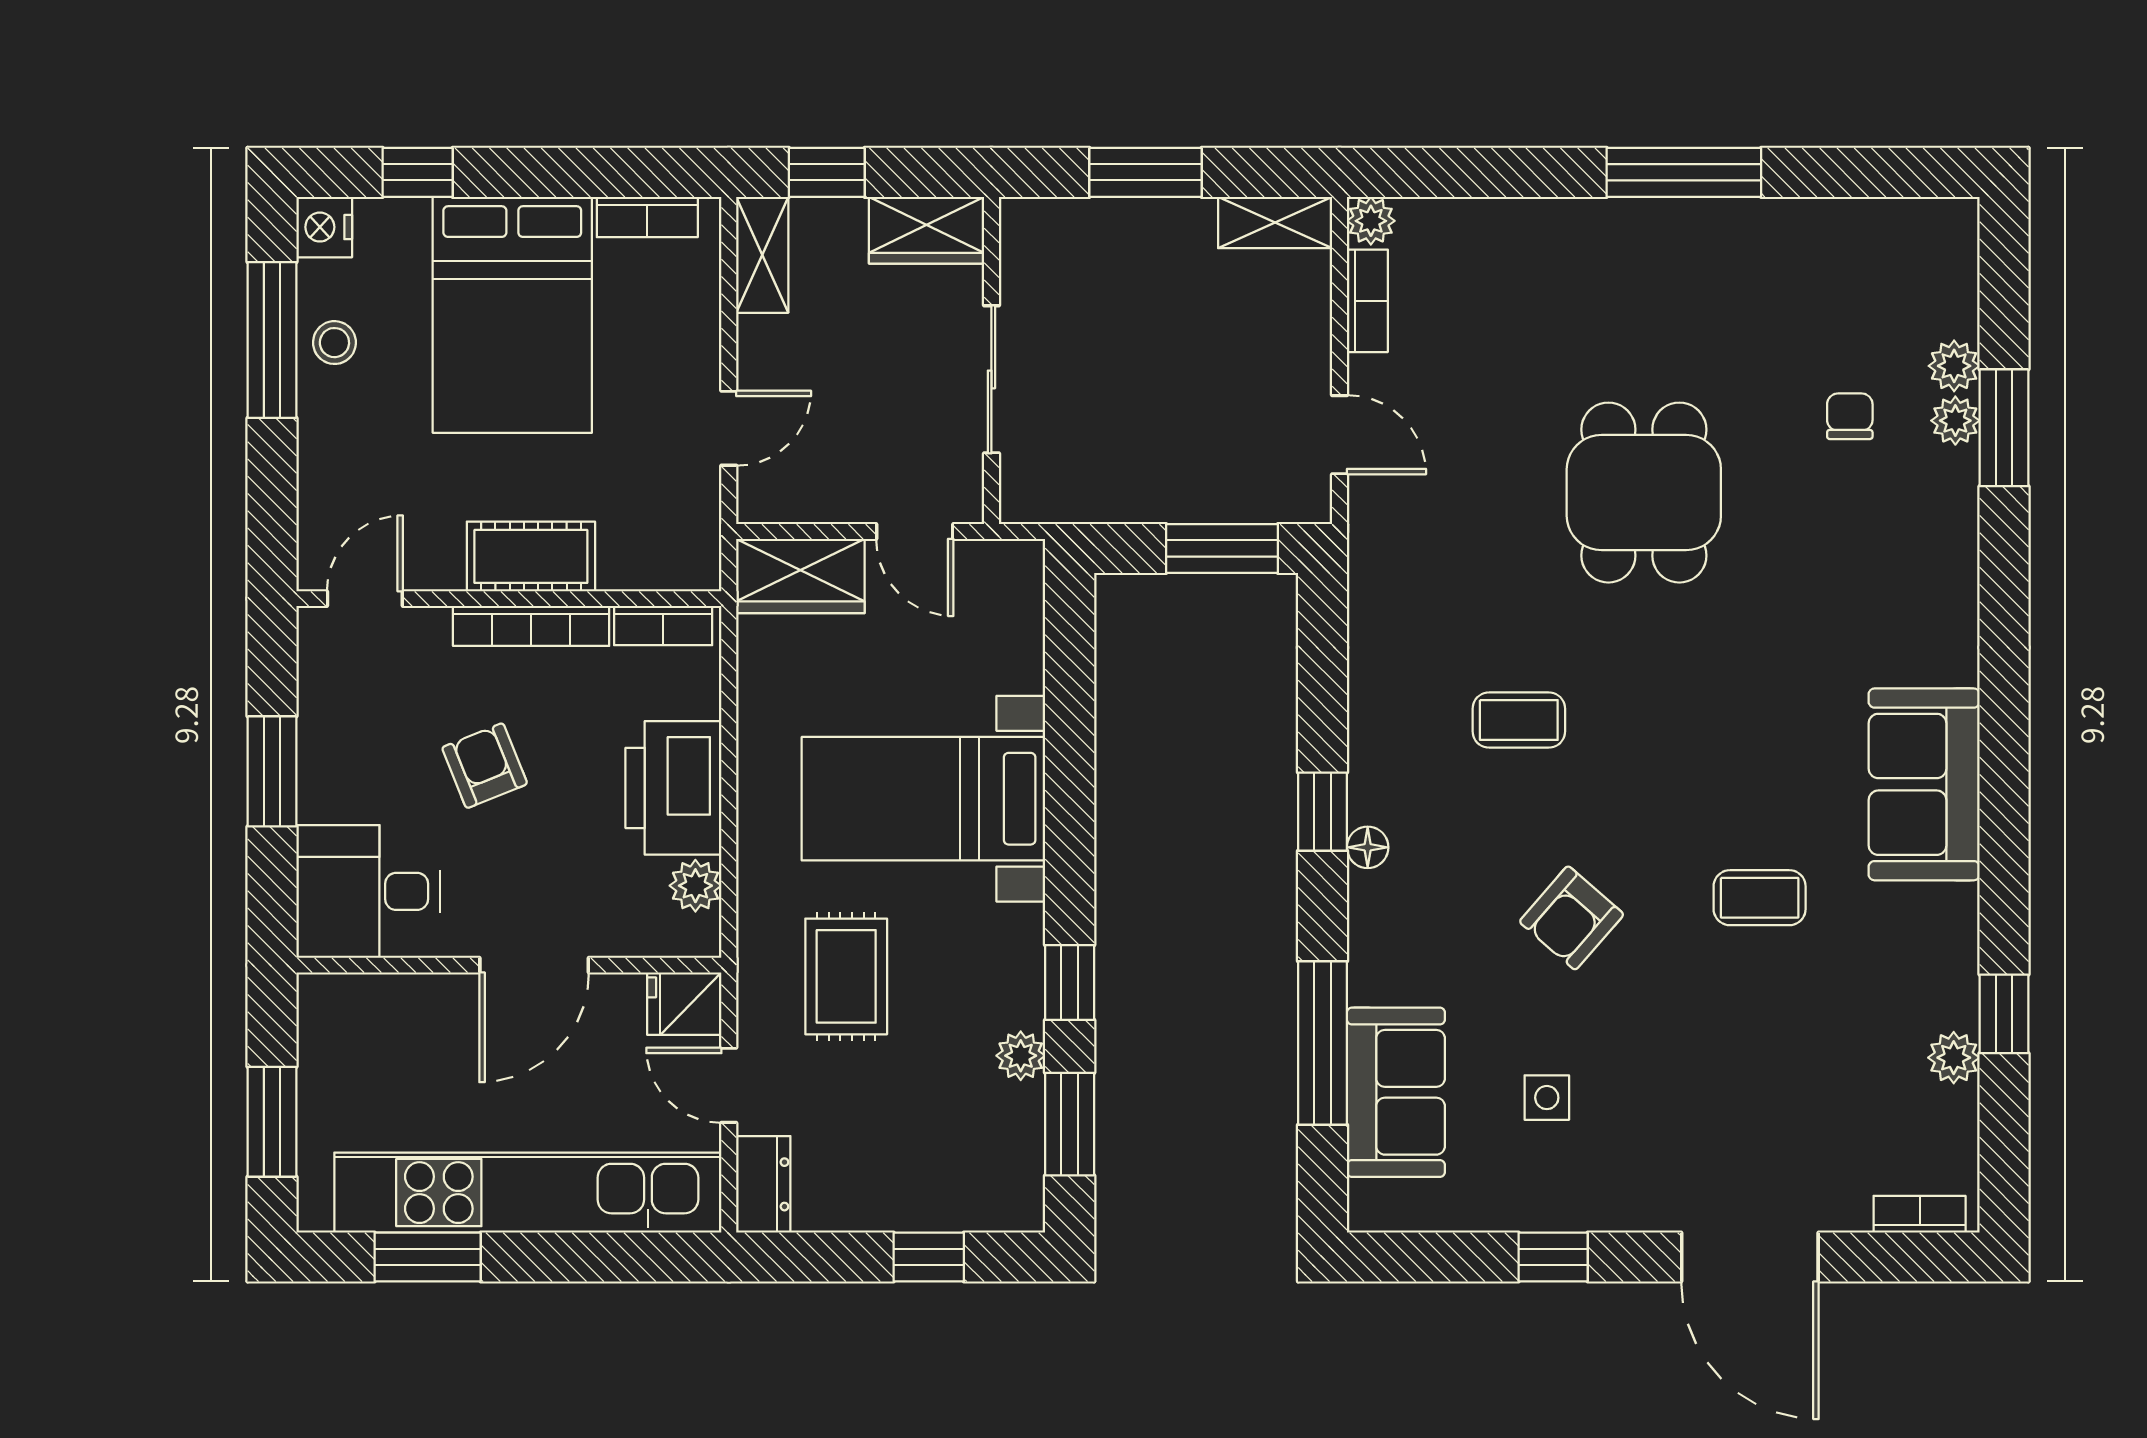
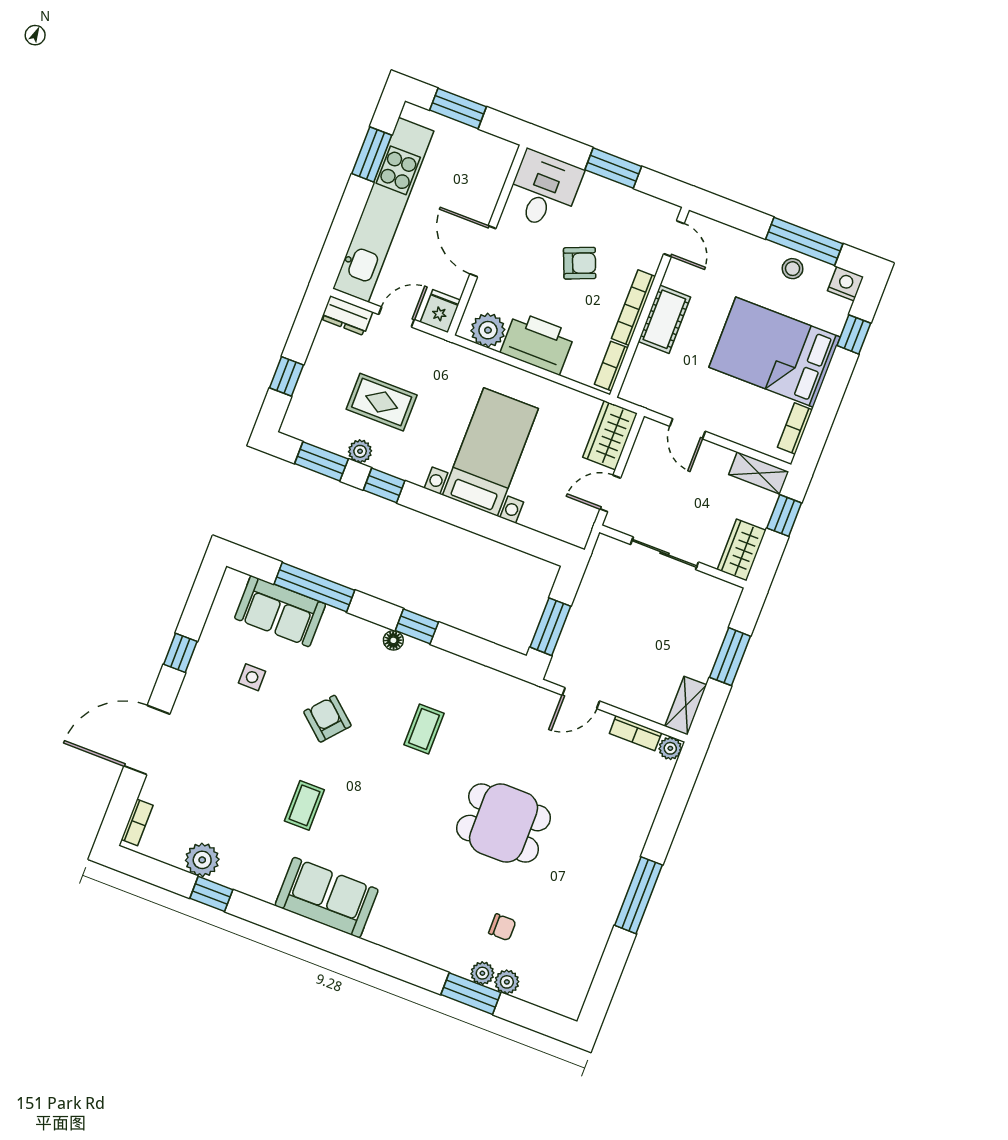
plant: (695, 886) -> (488, 330), width x1.38, depth x1.38
rug: (846, 976) -> (382, 402), moved
plant: (1954, 1058) -> (202, 860), width x1.38, depth x1.38

